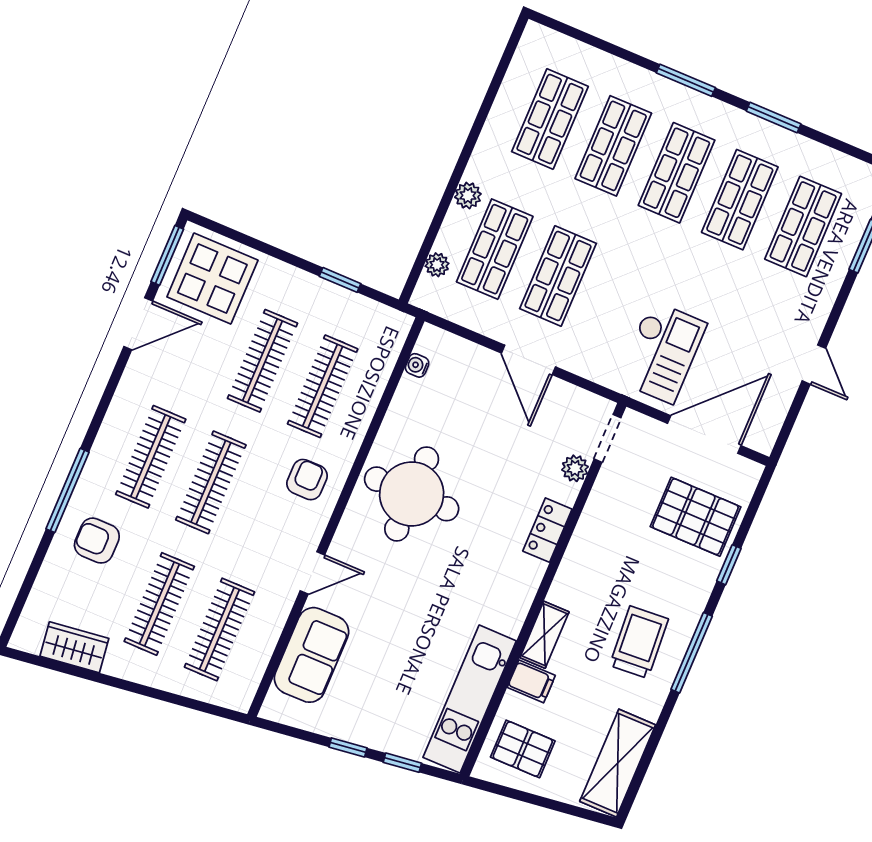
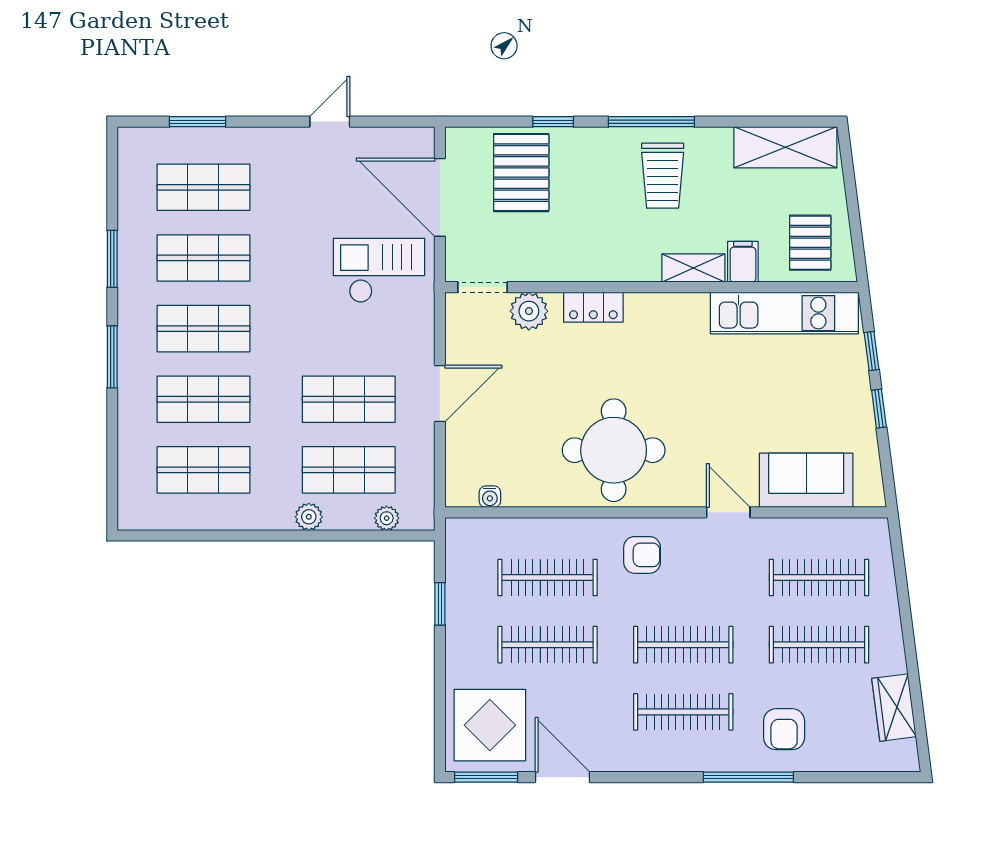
plant: (575, 468) -> (529, 311), width x1.38, depth x1.38
armchair: (307, 480) -> (642, 555), turned 180
trolley: (639, 642) -> (663, 176), turned -86

